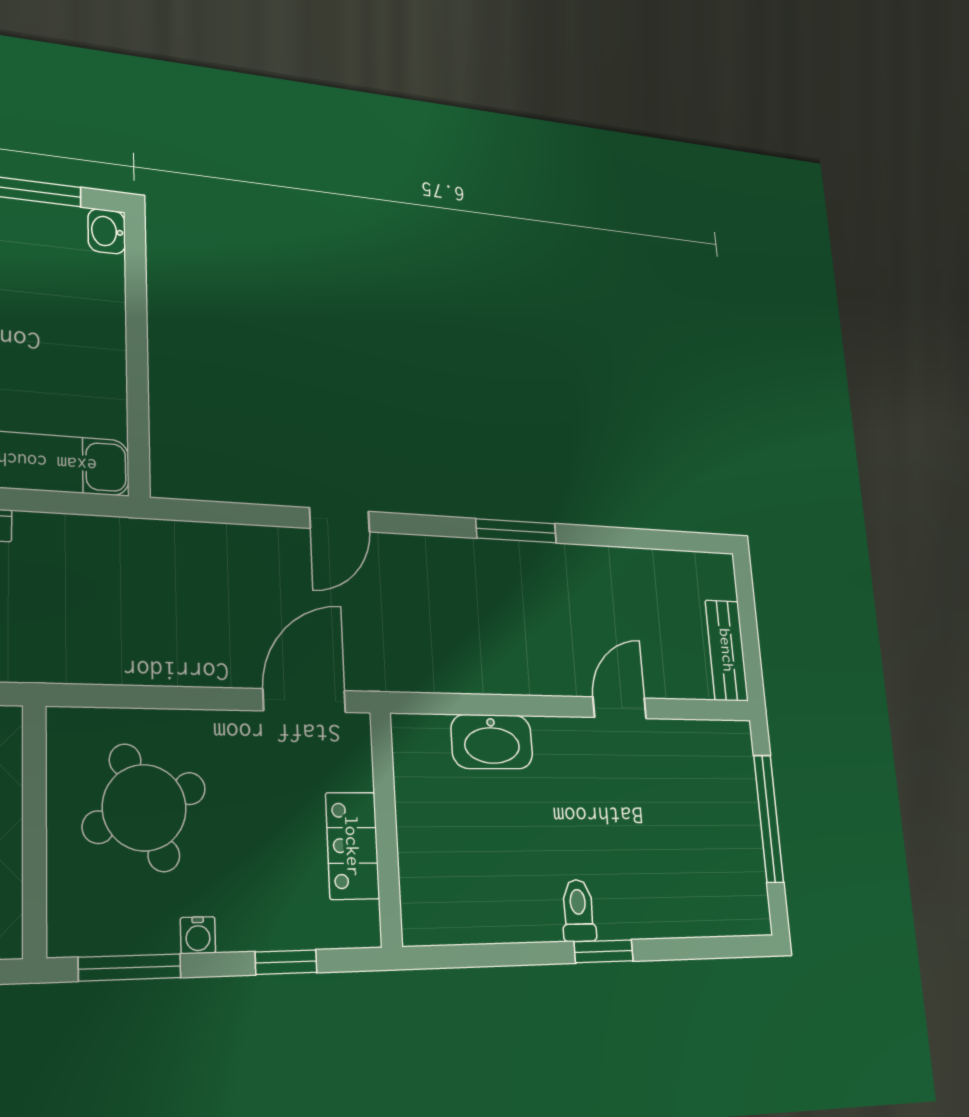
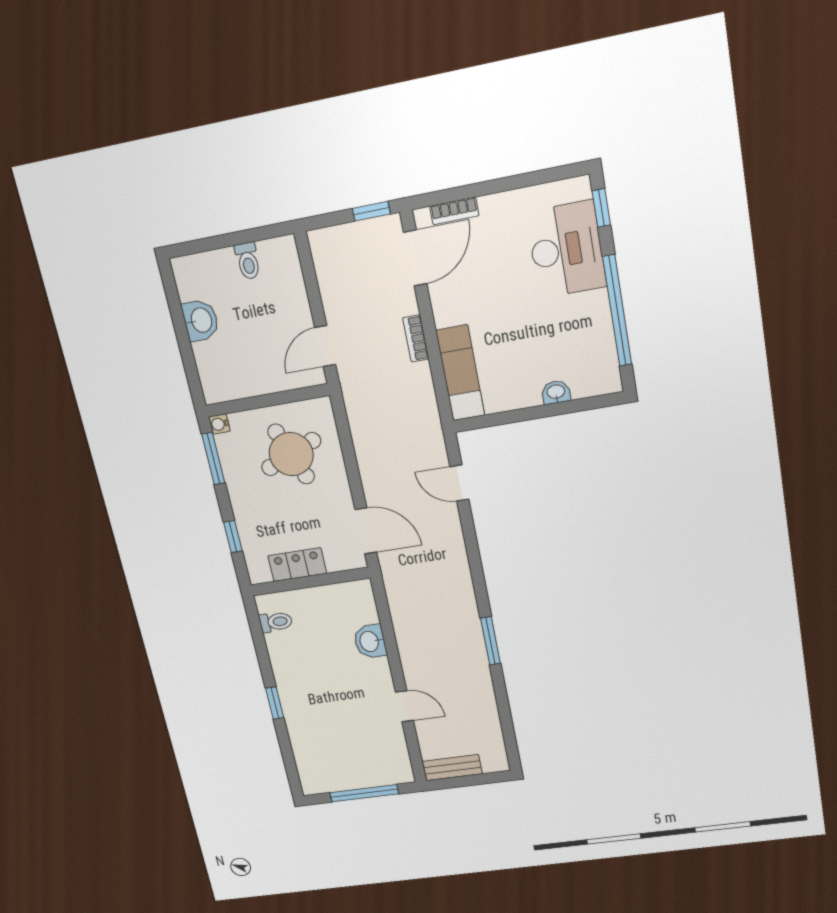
washbasin: (107, 231) -> (556, 392), moved
door: (339, 520) -> (459, 483), moved
washbasin: (492, 742) -> (370, 641), width x0.72
toilet: (578, 910) -> (276, 622), moved
water cooler: (198, 935) -> (219, 424), moved

